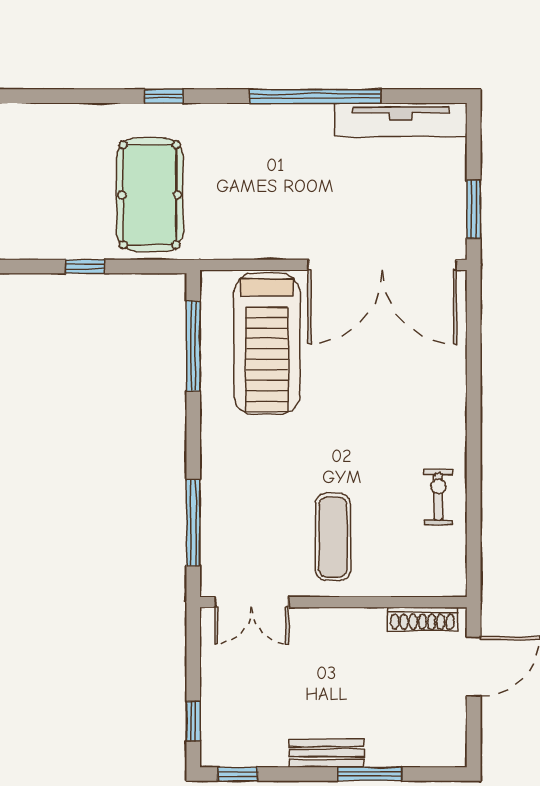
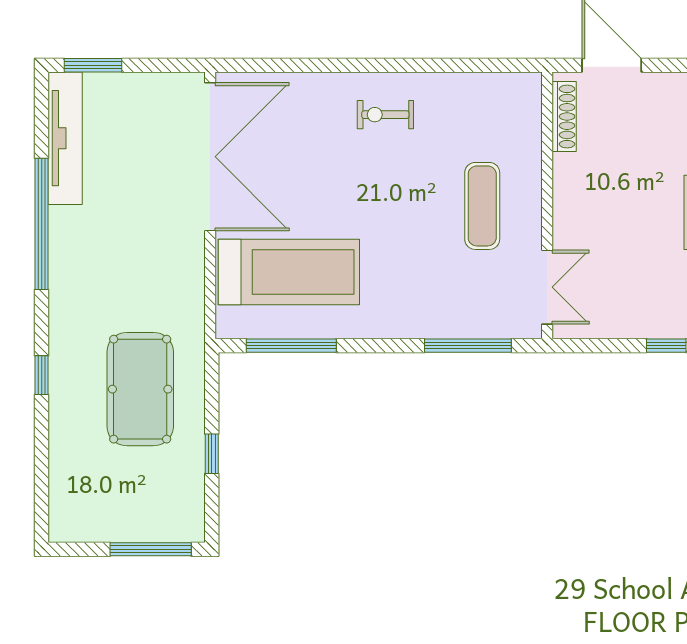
pool table: (150, 195) -> (140, 389), turned 90
window: (474, 209) -> (93, 65), moved
exercise bike: (438, 497) -> (385, 115), moved
exercise mat: (333, 537) -> (482, 206), turned 90

